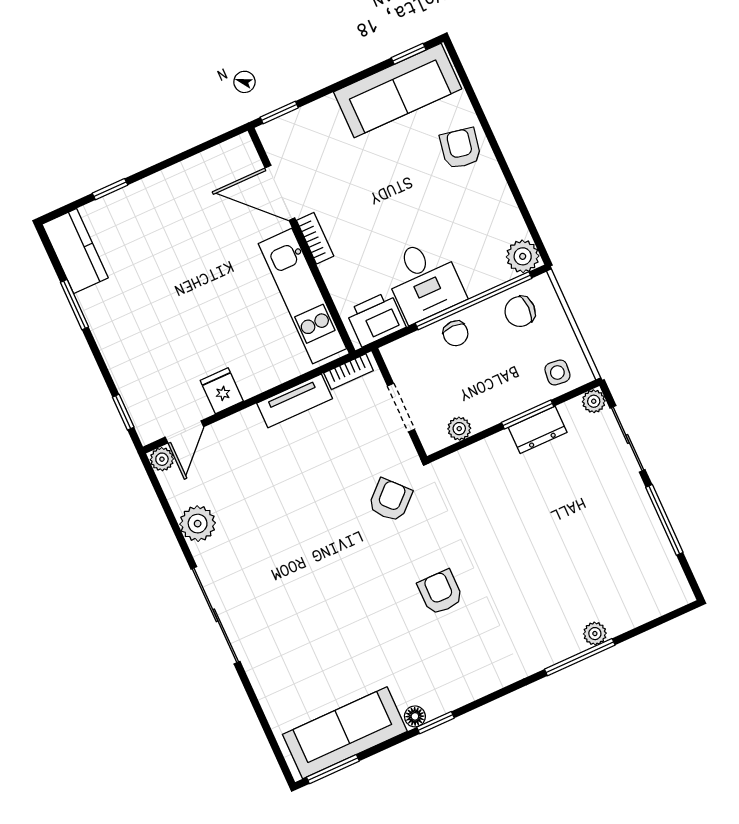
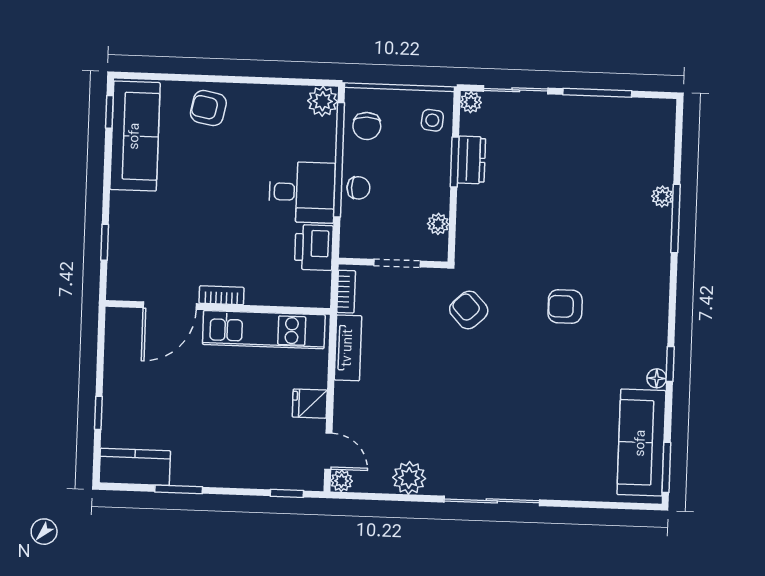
door: (280, 193) -> (170, 306), moved
bookcase: (315, 238) -> (222, 295), moved
wall: (302, 241) -> (218, 307), moved
kitchen unit: (302, 296) -> (264, 330), moved

